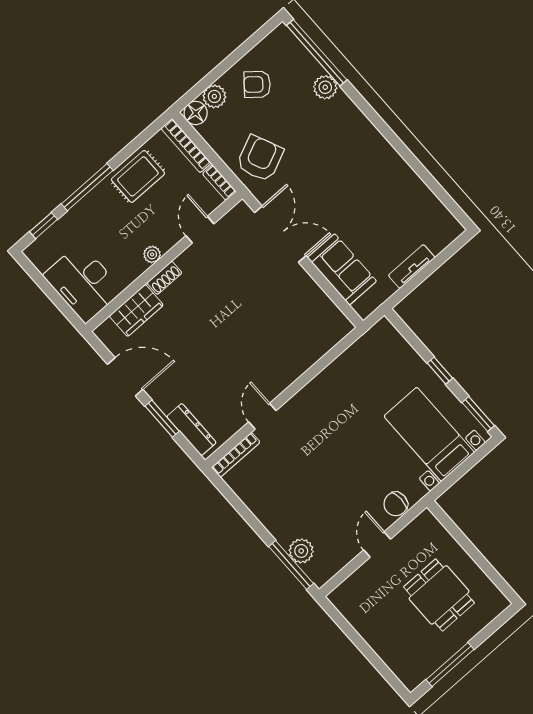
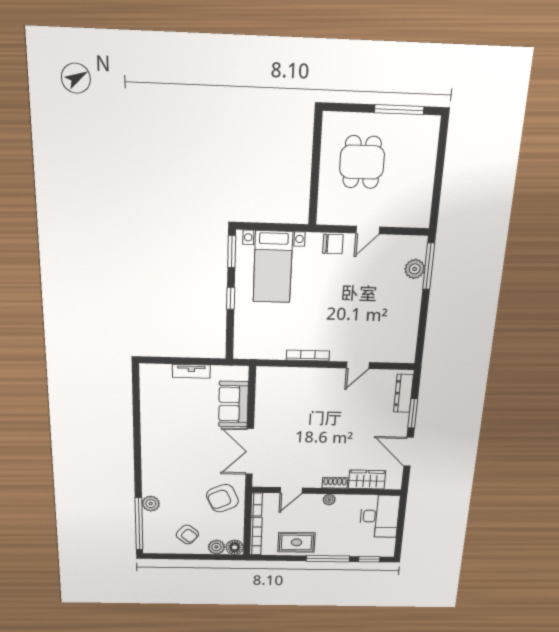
bookcase: (236, 455) -> (308, 356), moved

